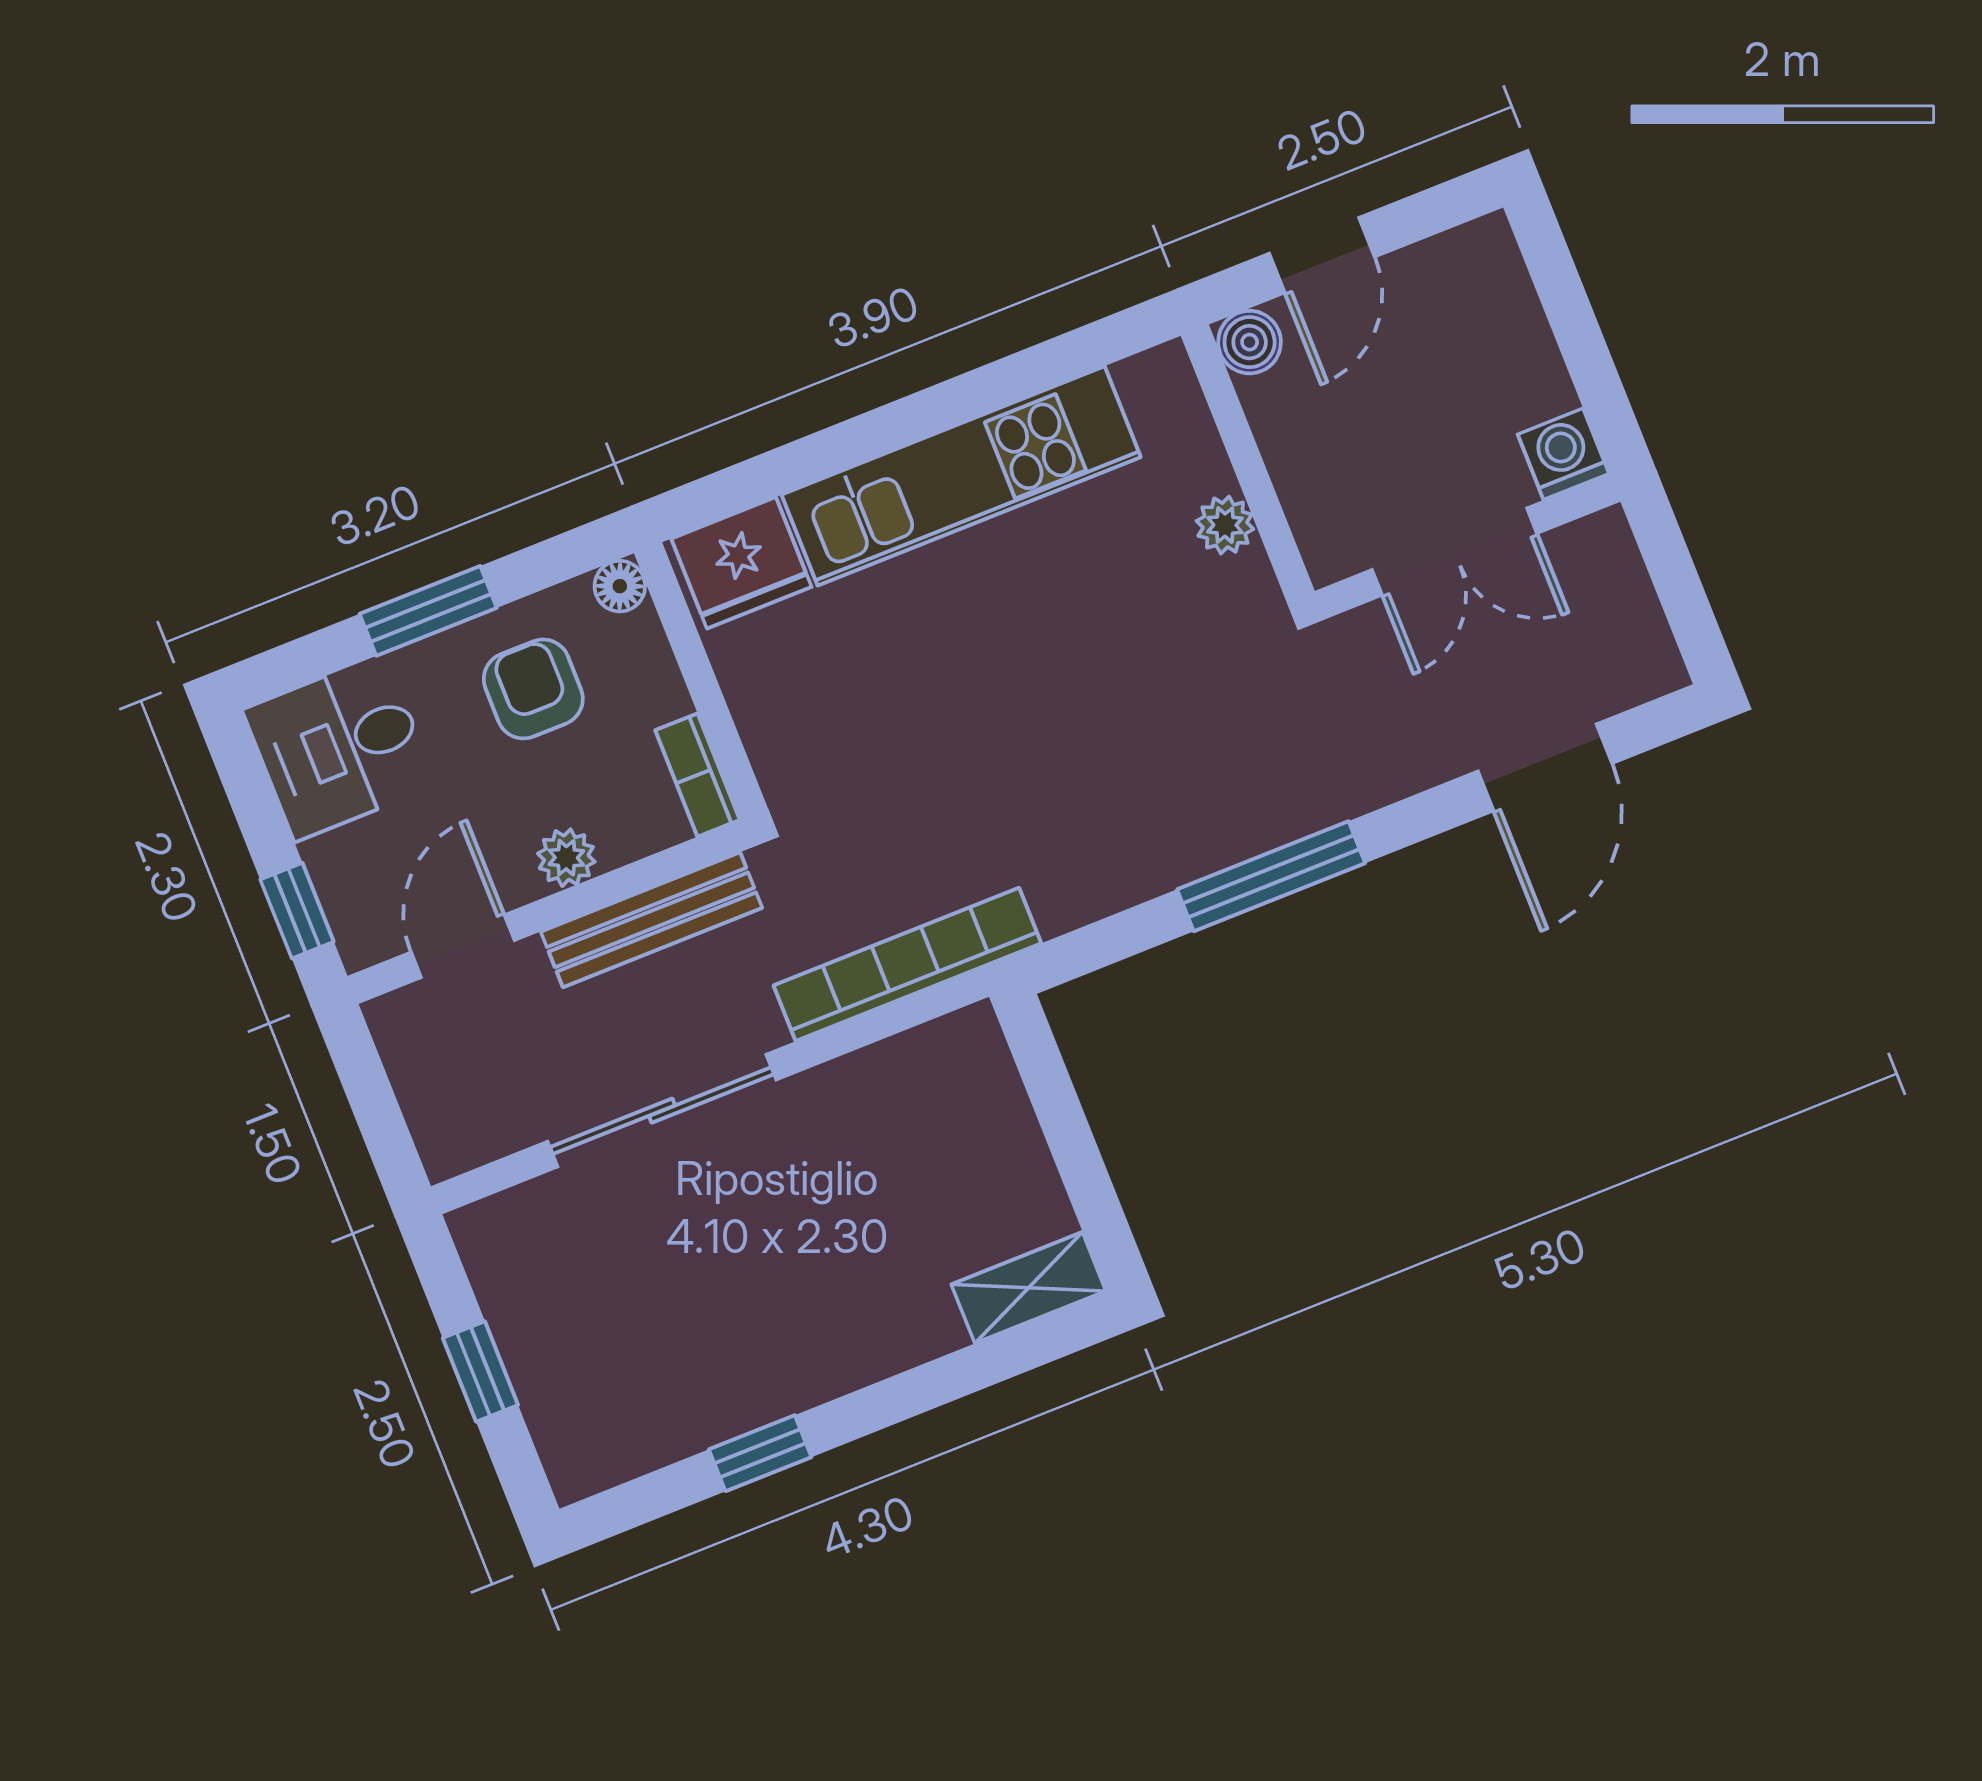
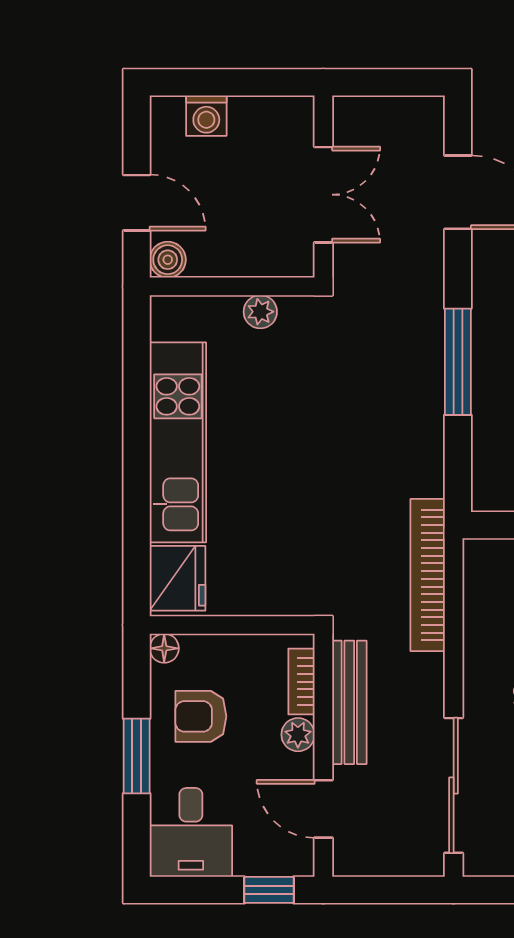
washing machine: (1563, 454) -> (206, 116), moved, turned -90
bookcase: (698, 775) -> (301, 682), moved, turned 90
sliding door: (662, 1111) -> (454, 785), moved

